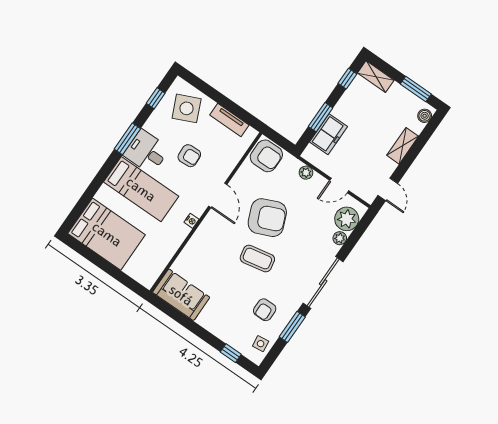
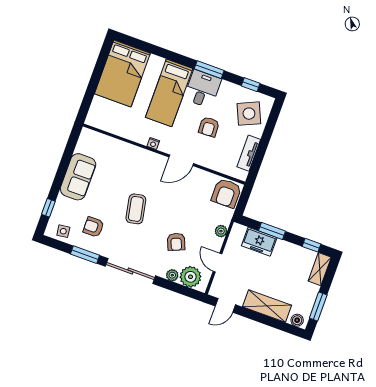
shelving: (403, 146) -> (267, 306), width x1.50, depth x1.33
armchair: (267, 218) -> (176, 242), moved, width x0.53, depth x0.53
sofa: (181, 295) -> (78, 177), moved

